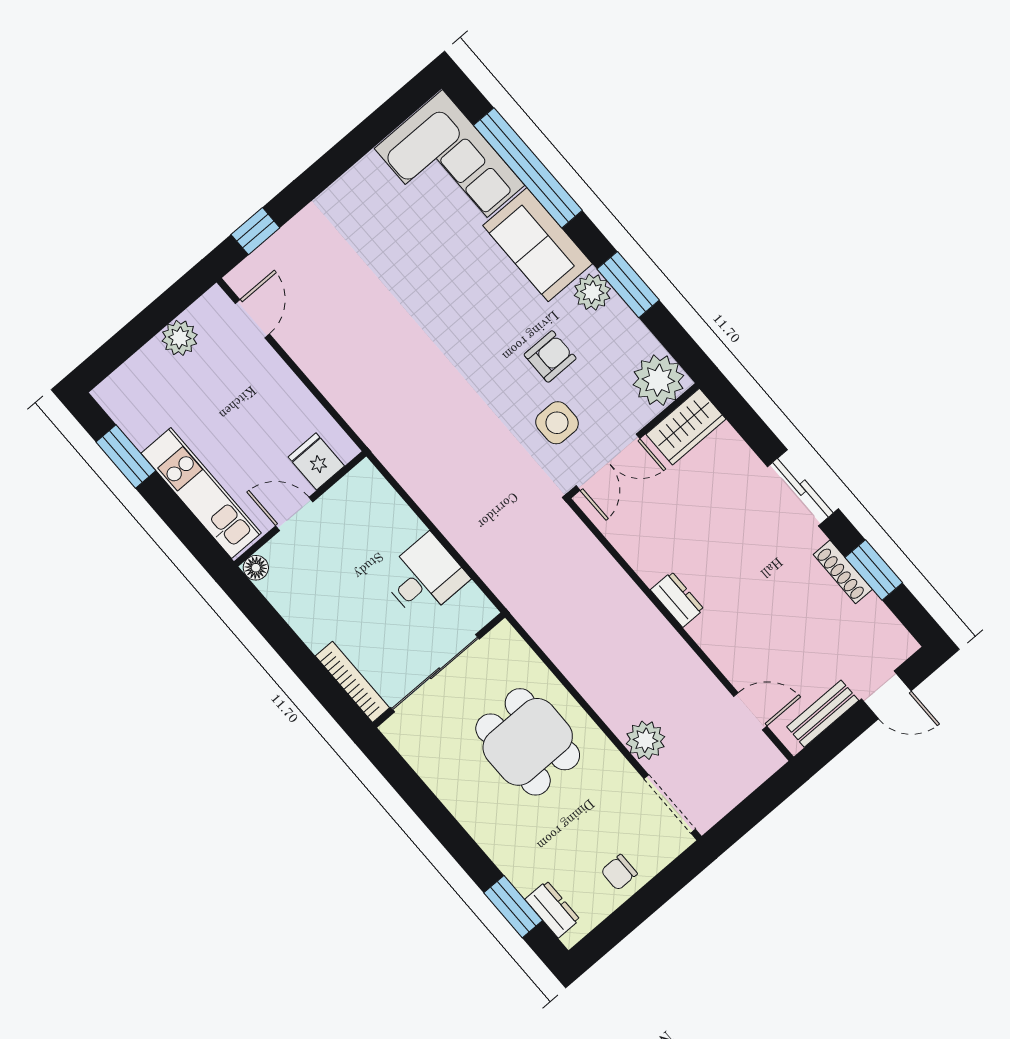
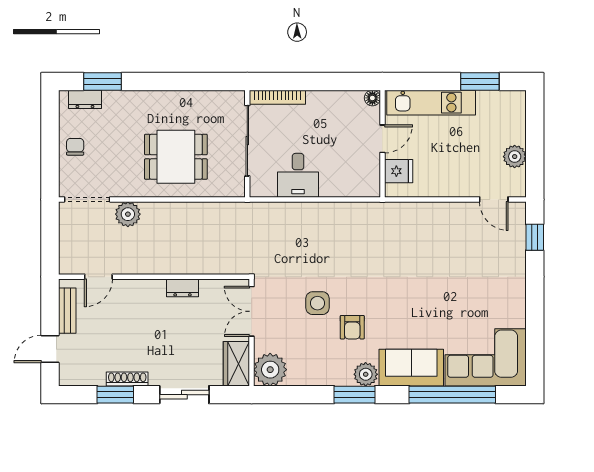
plant: (658, 380) -> (270, 370), moved
wardrobe: (686, 427) -> (236, 364), moved
wall: (633, 441) -> (252, 332), moved
double door: (608, 462) -> (252, 311), moved

